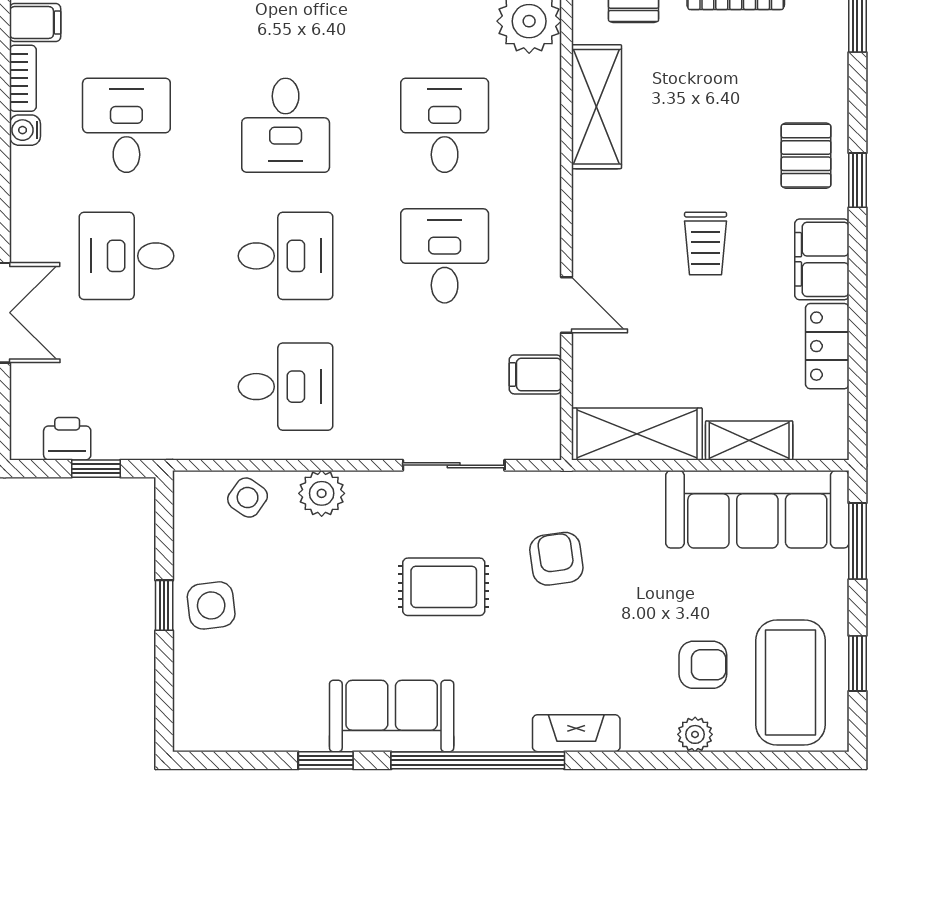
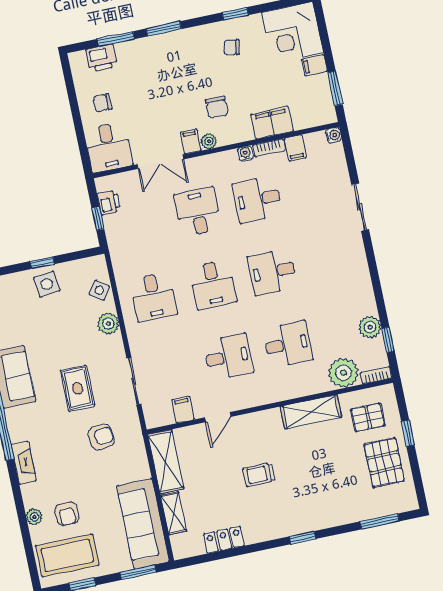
desk: (126, 125) -> (257, 199), turned 180
pallet: (806, 156) -> (309, 512), removed
filing cabinet: (822, 259) -> (263, 529), removed

